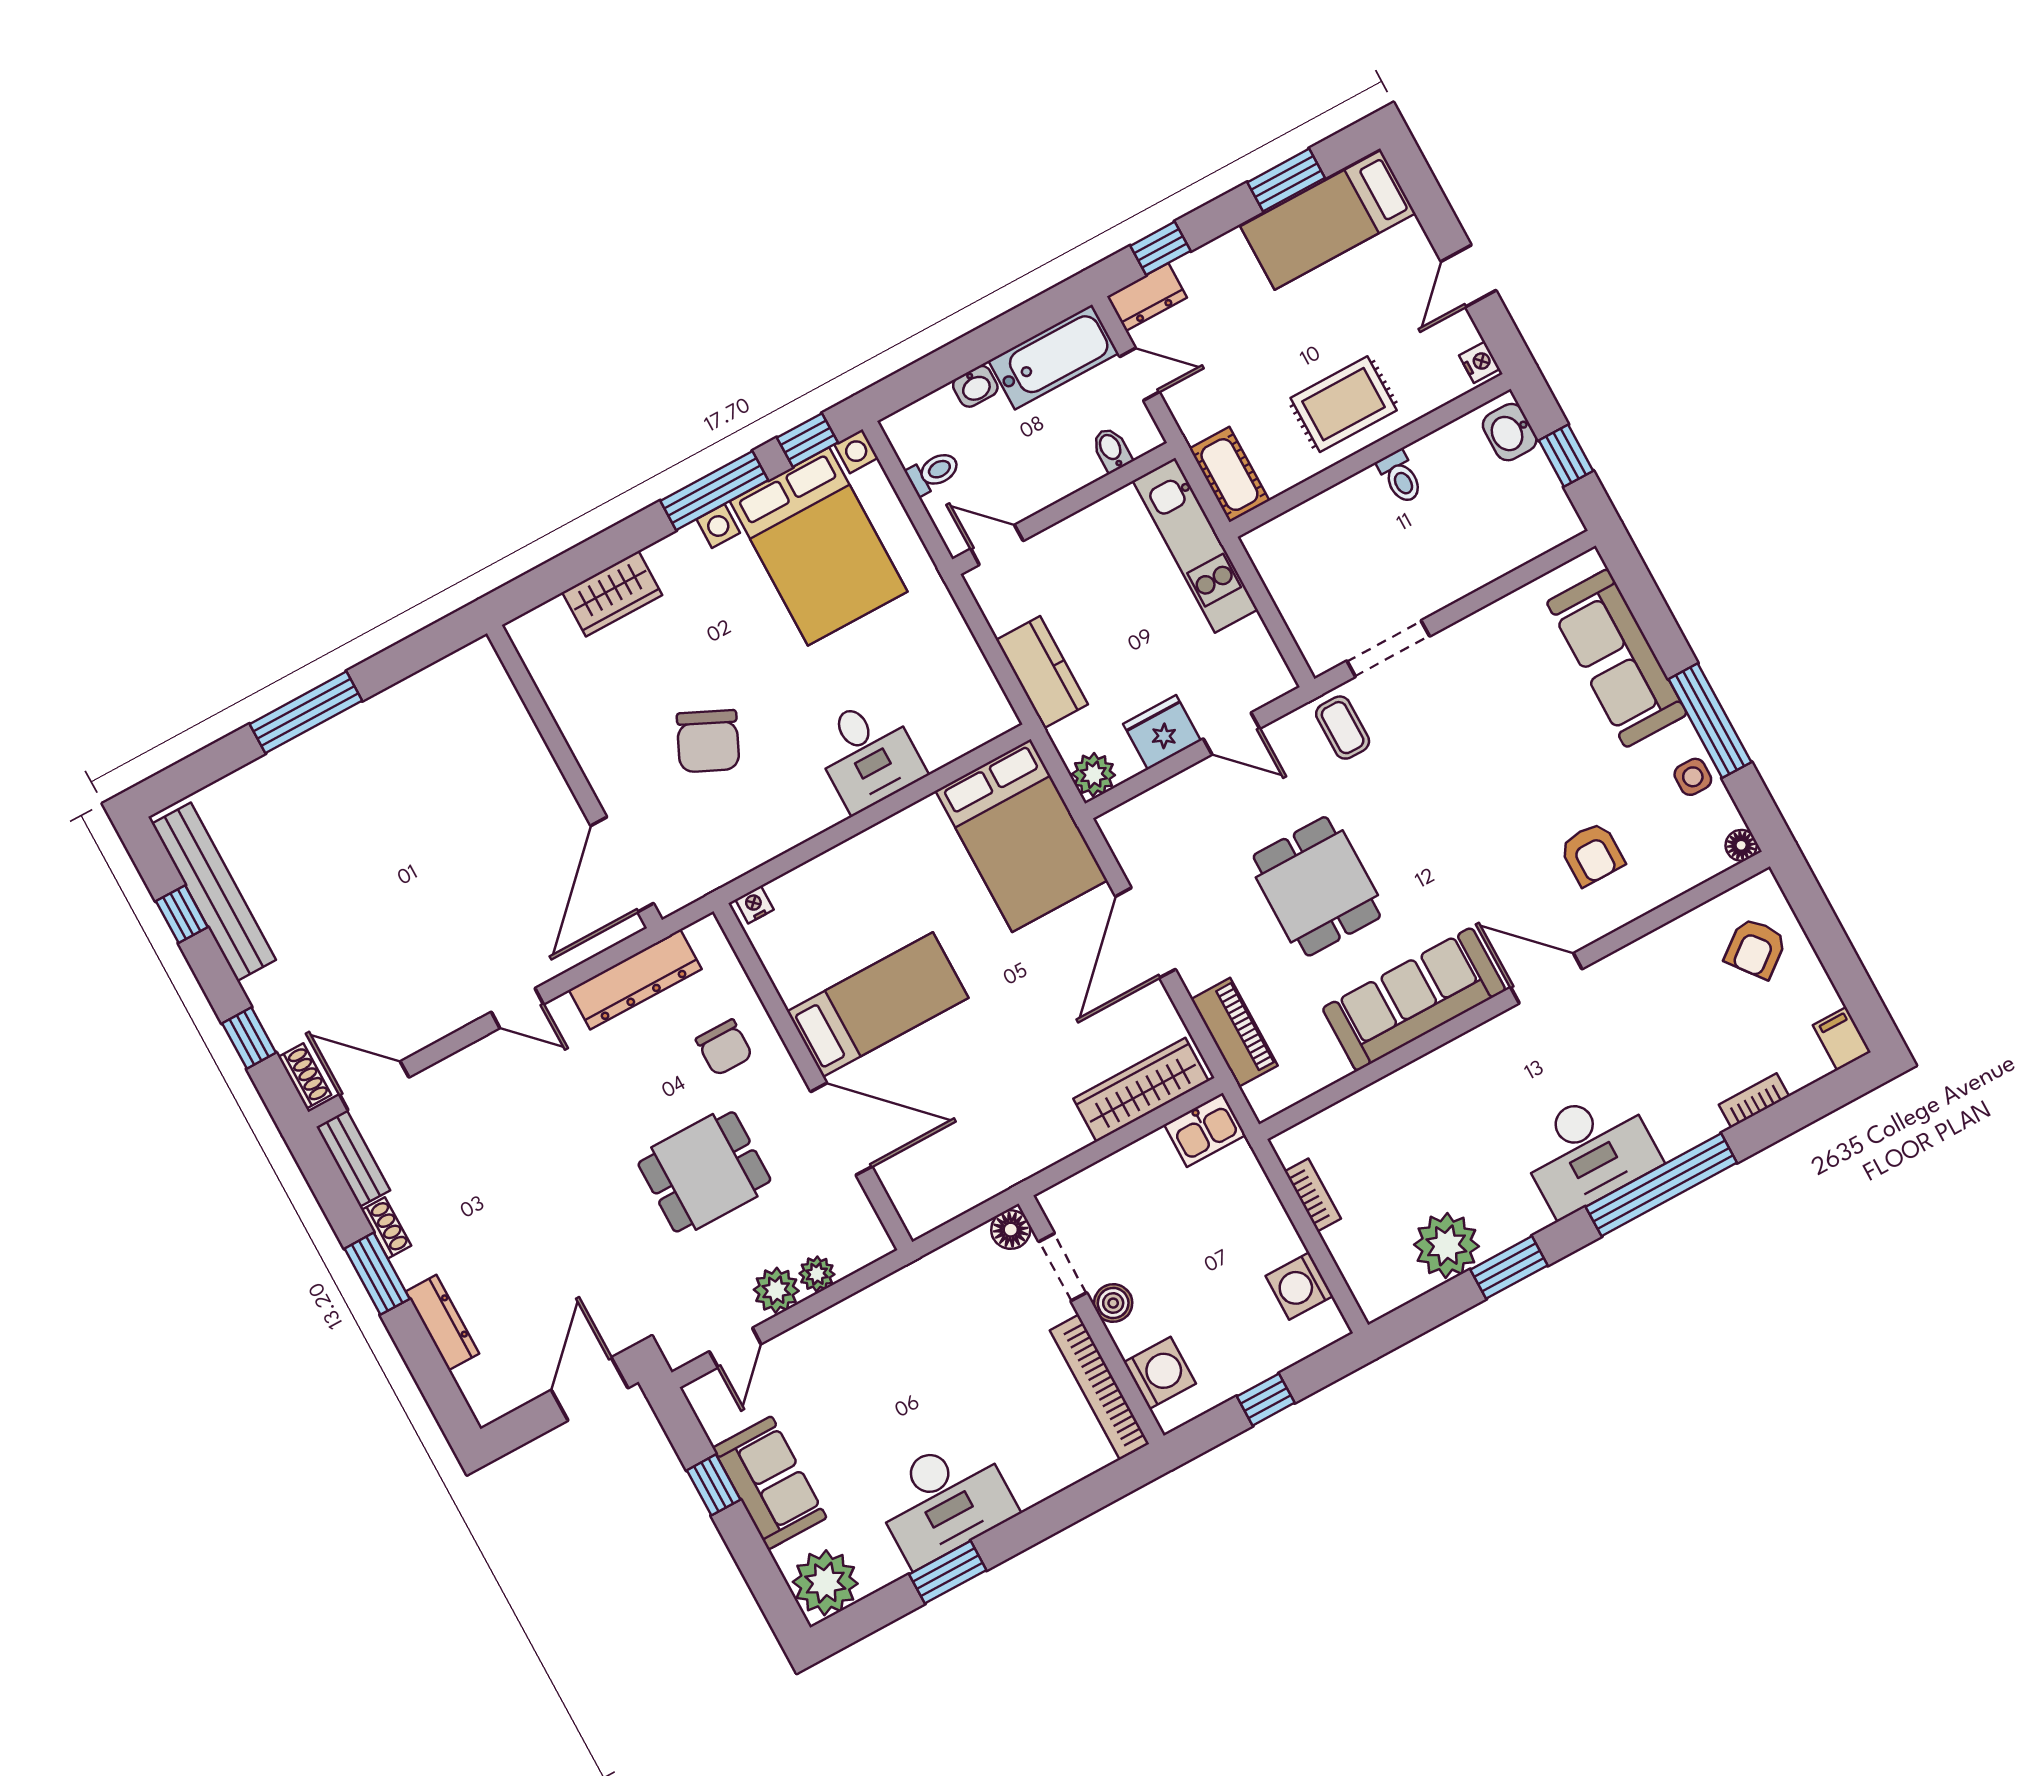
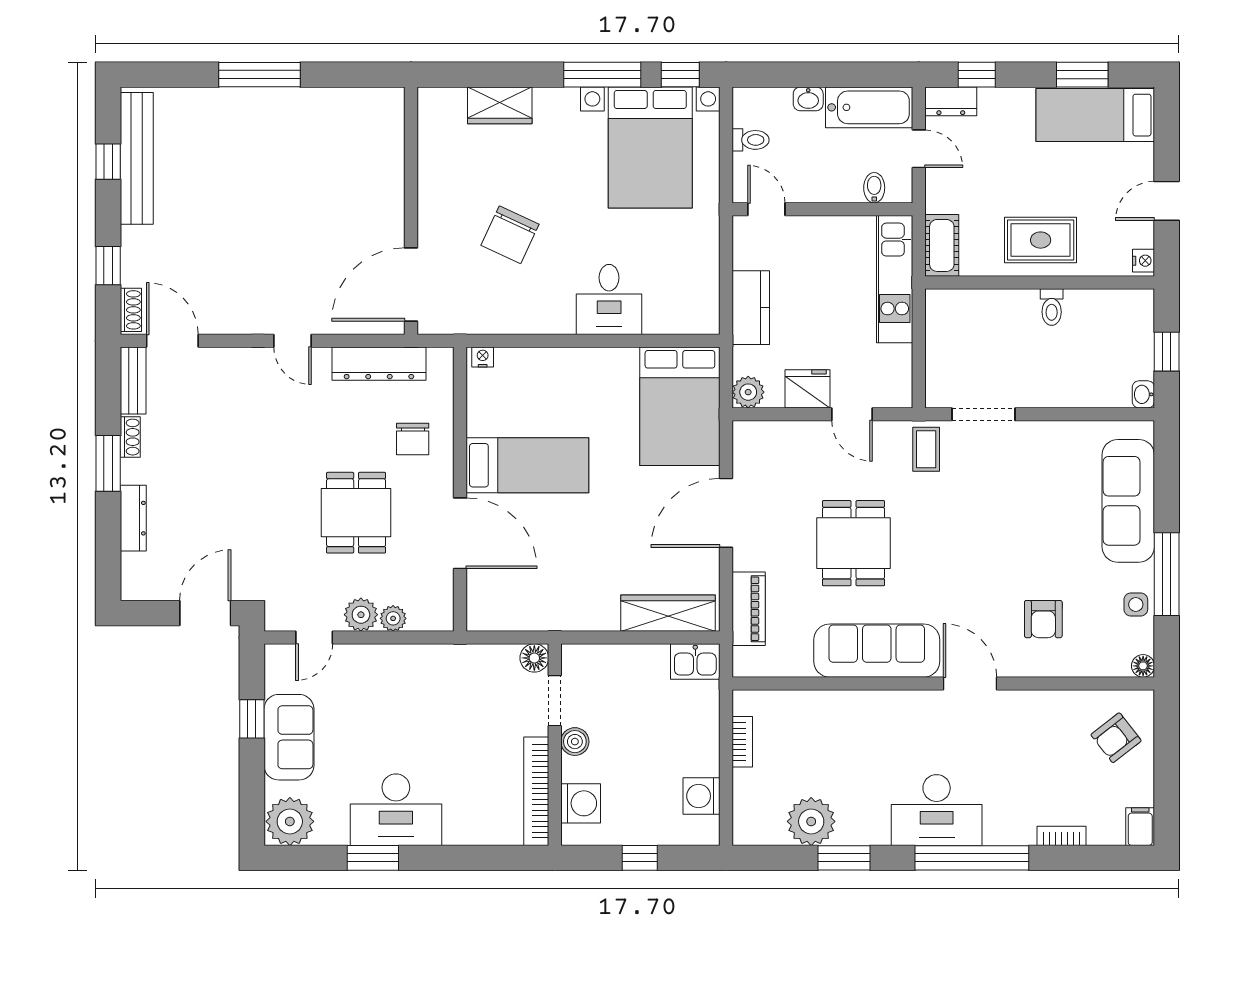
washbasin: (1510, 432) -> (1143, 394), moved, width x0.72, depth x0.69
dining table: (704, 1172) -> (356, 513), turned 90

